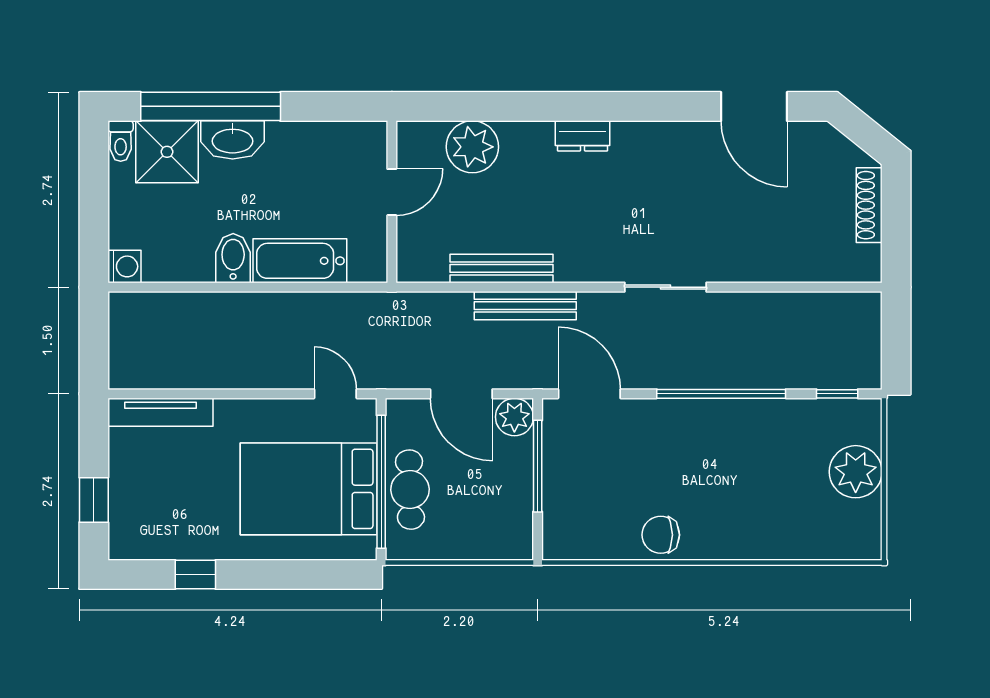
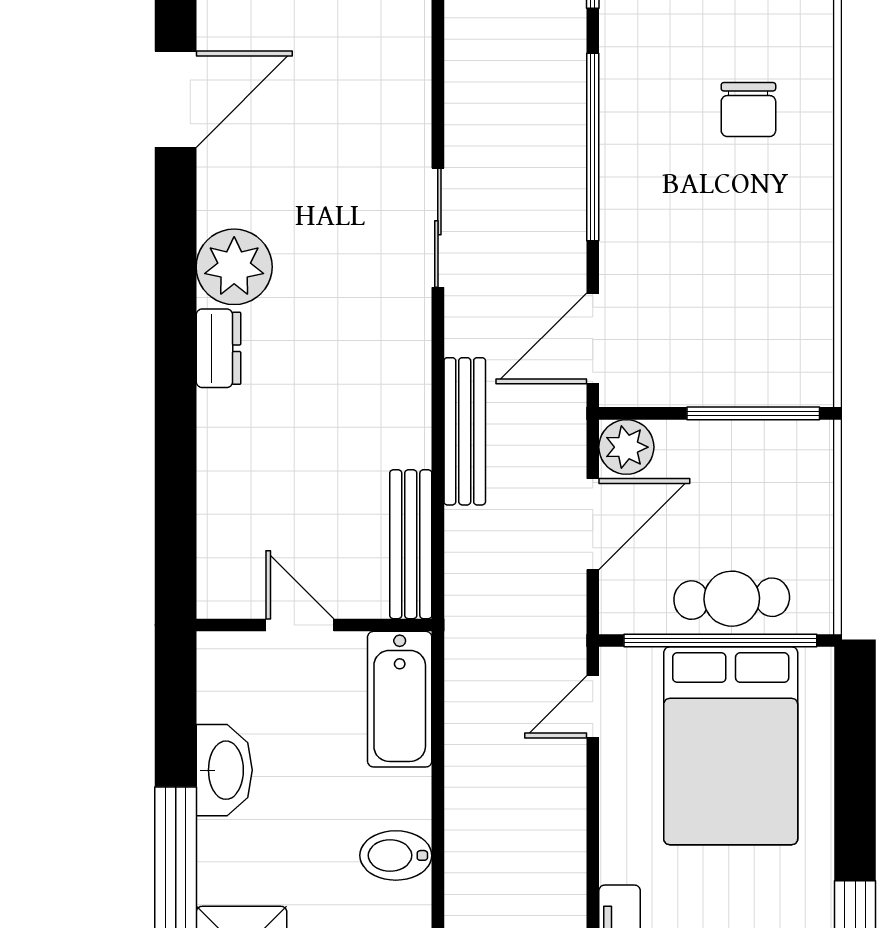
washbasin: (233, 140) -> (224, 770), moved
plant: (472, 147) -> (234, 267), moved
bathtub: (300, 261) -> (400, 699), moved
bench: (502, 268) -> (411, 544), moved
window: (538, 466) -> (753, 413), moved
chair: (661, 535) -> (748, 110), moved

